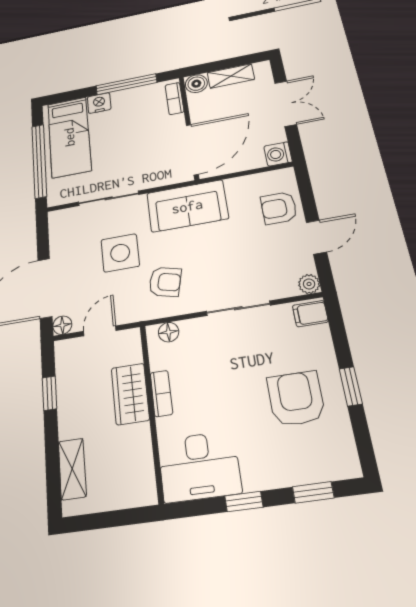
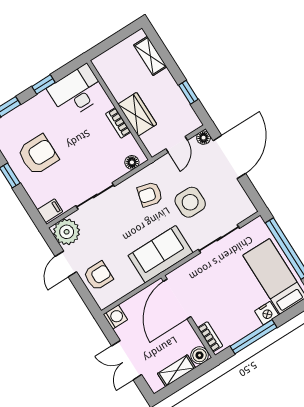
plant: (309, 284) -> (67, 232), width x1.87, depth x1.87
armchair: (296, 399) -> (38, 155), turned -90

